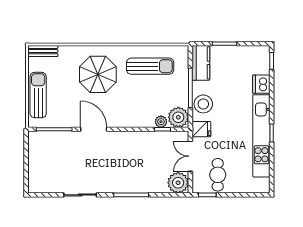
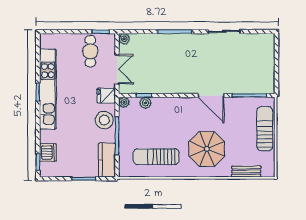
bench: (43, 51) -> (246, 172), moved
dishwasher: (261, 84) -> (48, 152), moved
sun lounger: (38, 95) -> (265, 129), turned 180
plant: (178, 117) -> (124, 102), width x0.53, depth x0.53
plant: (178, 183) -> (124, 39), width x0.53, depth x0.53

